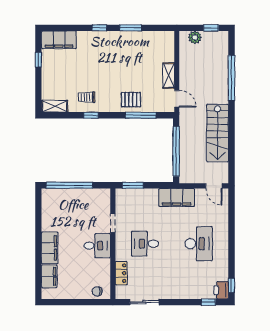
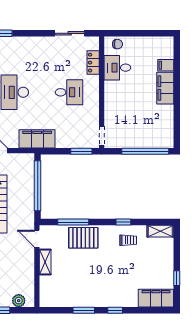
pallet: (131, 100) -> (83, 238), width x1.50, depth x1.42
doorway: (113, 223) -> (102, 136), moved
desk: (97, 246) -> (117, 68), moved
filing cabinet: (49, 276) -> (166, 65), width x0.50

